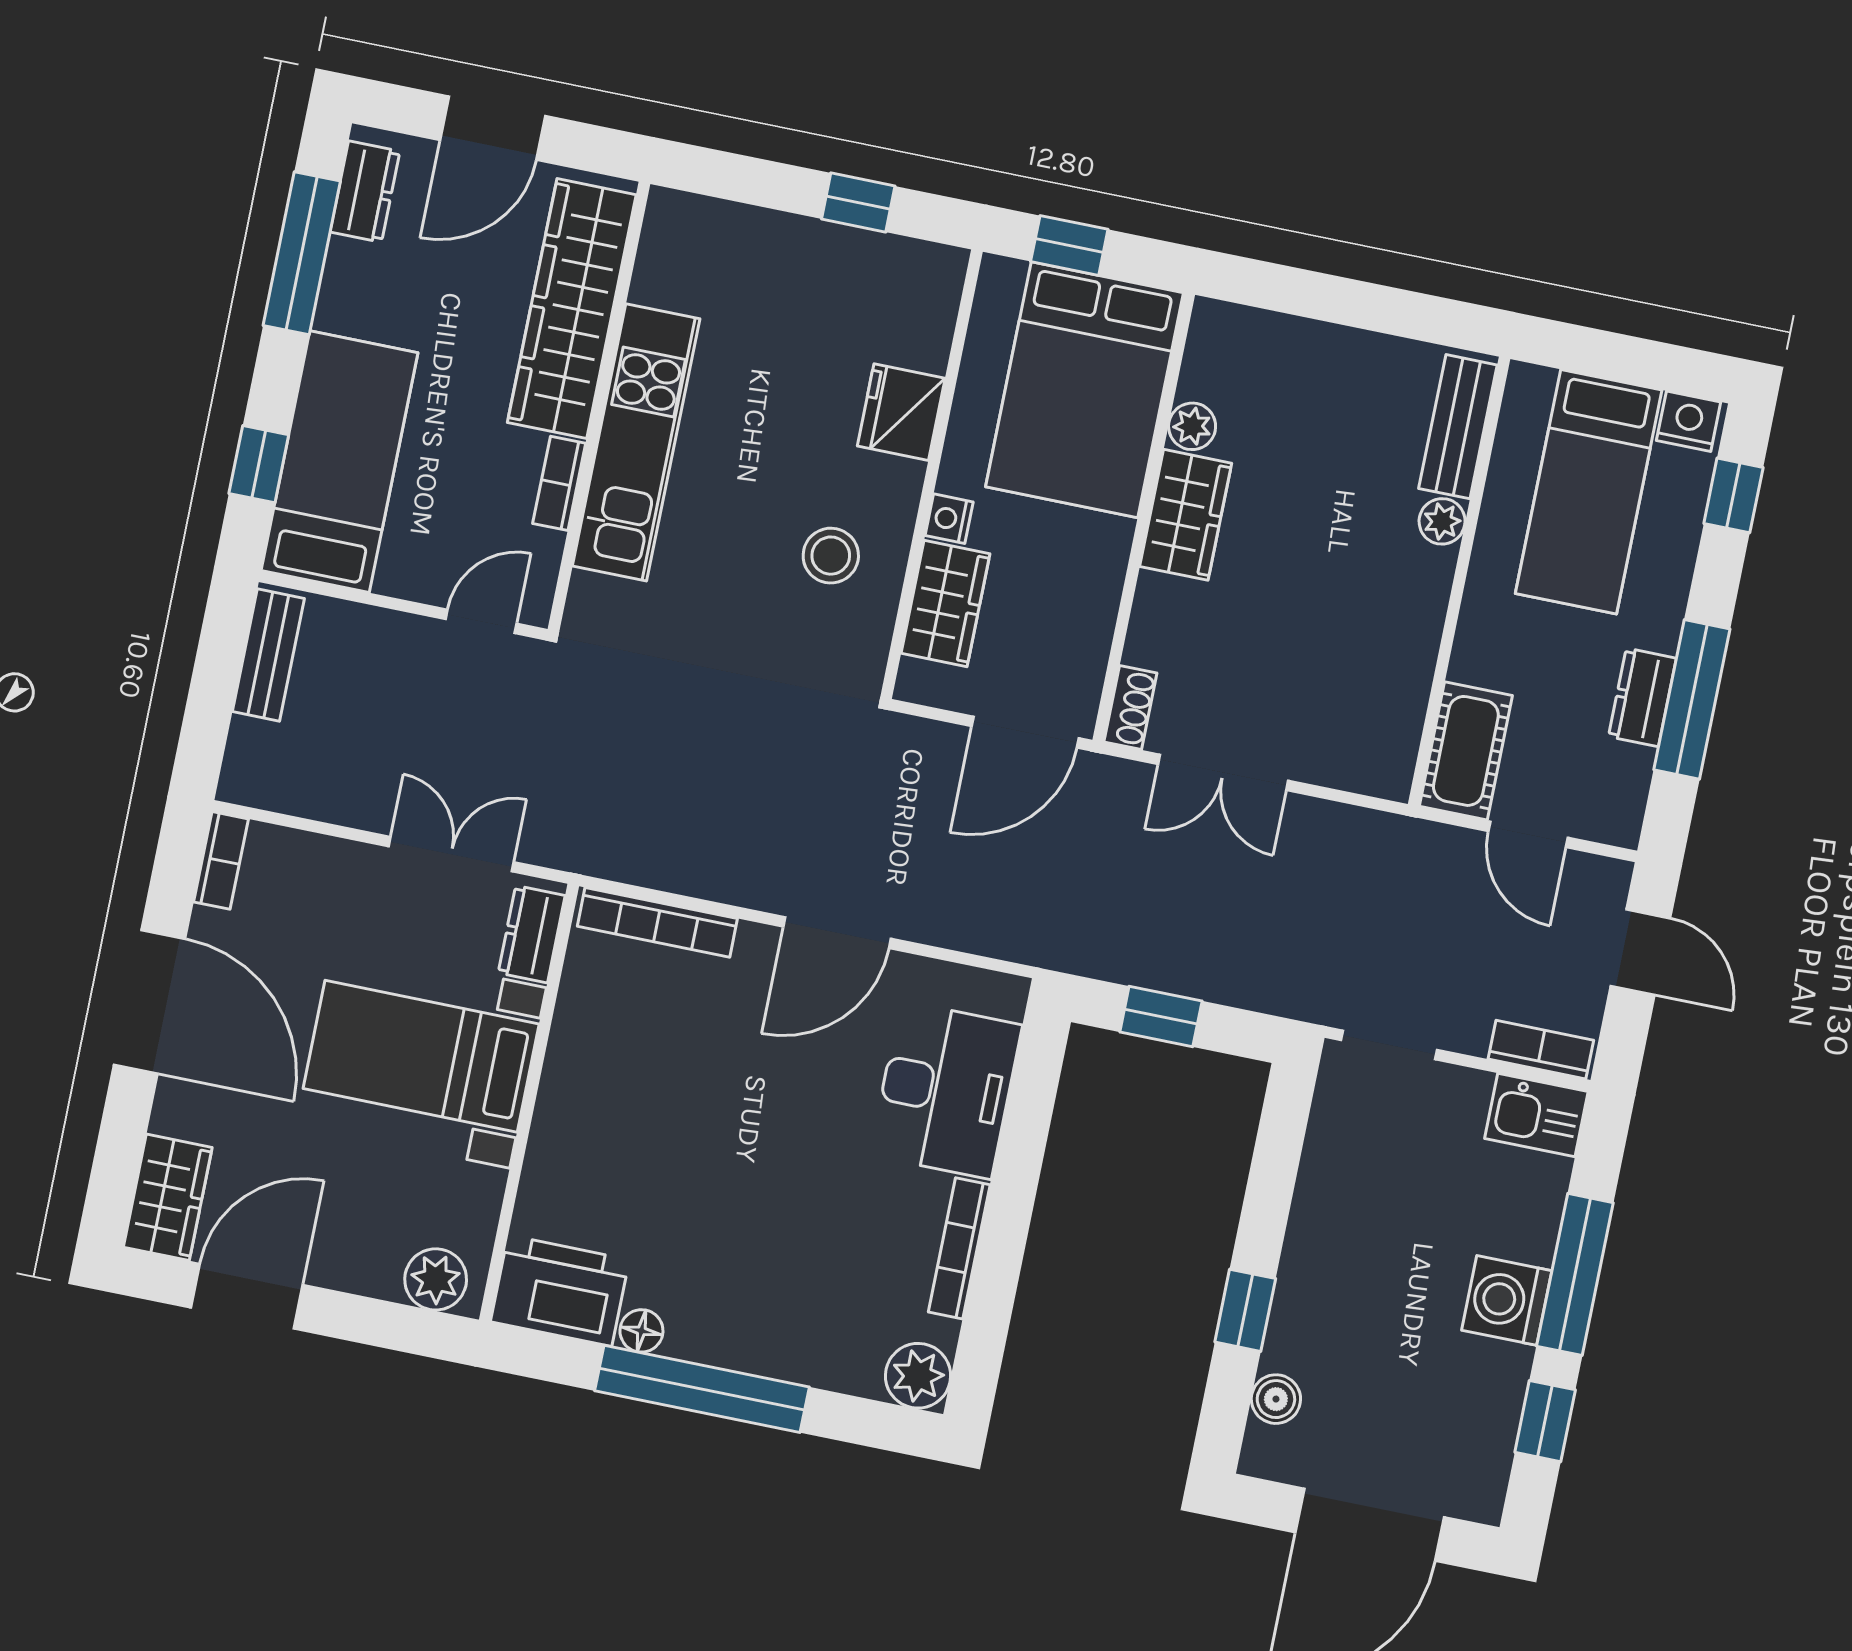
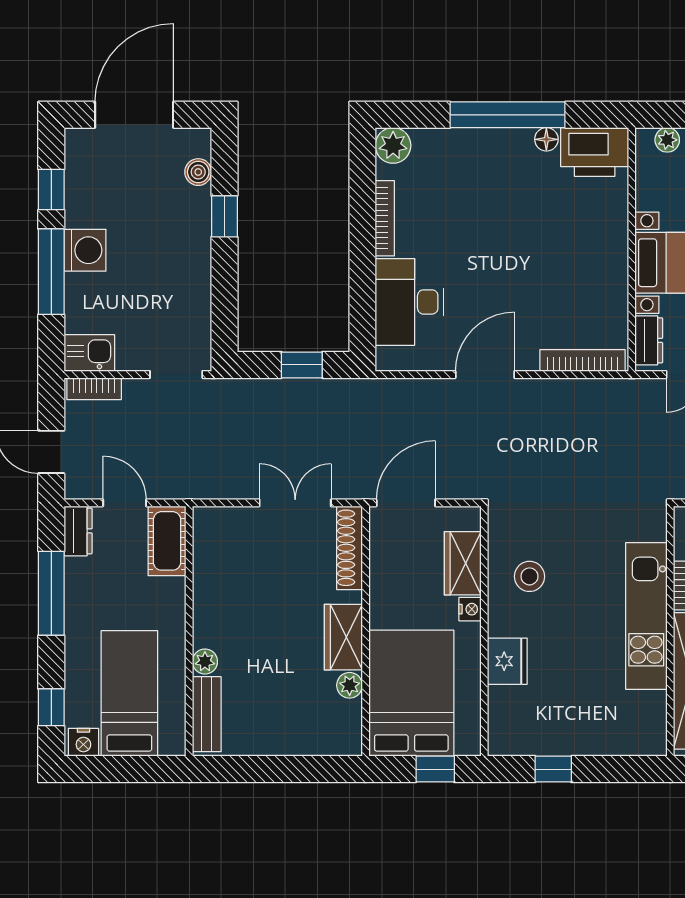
dresser: (1642, 697) -> (78, 531), moved
shoe rack: (1130, 708) -> (349, 548), width x1.94, depth x1.24
plant: (436, 1279) -> (667, 140), width x0.73, depth x0.73

